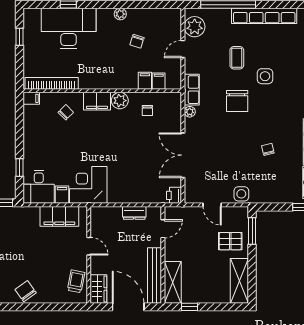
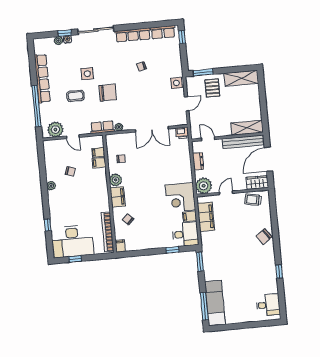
desk: (69, 28) -> (72, 241), moved, turned -90
plant: (101, 217) -> (204, 186), added
window: (190, 307) -> (264, 114), removed

